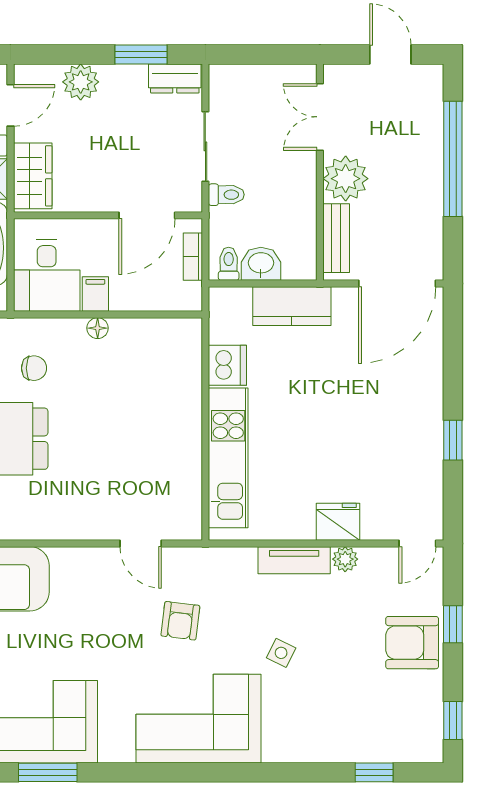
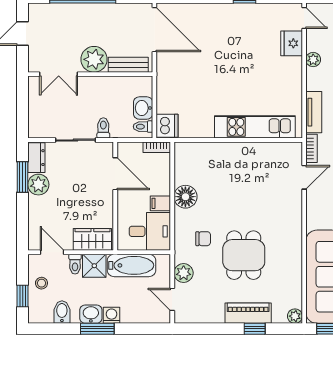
plant: (81, 82) -> (38, 185), moved
bookcase: (193, 257) -> (157, 147), moved
kitchen counter: (292, 306) -> (167, 90), removed
floor lamp: (98, 328) -> (185, 197), width x1.89, depth x1.89
dishwasher: (227, 365) -> (167, 126), moved, turned 90
chair: (34, 368) -> (203, 239), turned 90
fridge: (338, 522) -> (292, 43), moved
bookcase: (191, 556) -> (312, 148), added
tv unit: (294, 560) -> (314, 112), moved

